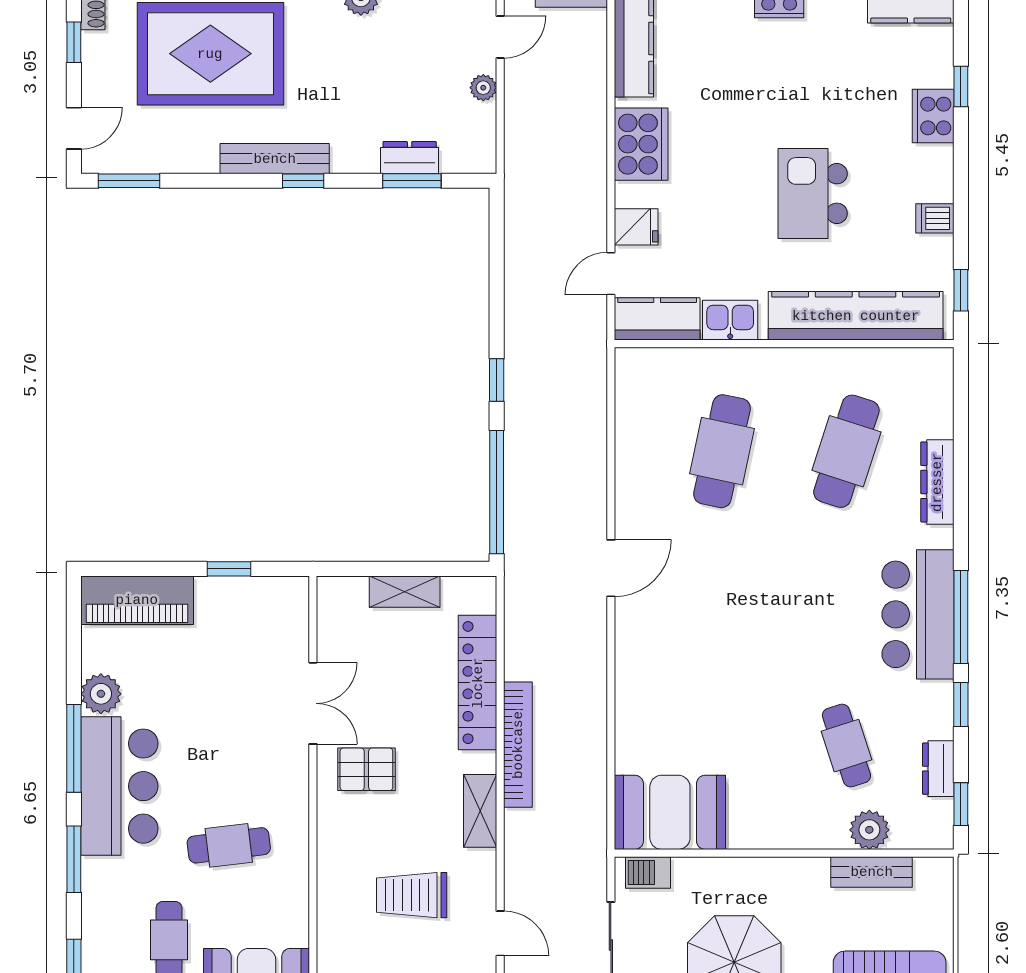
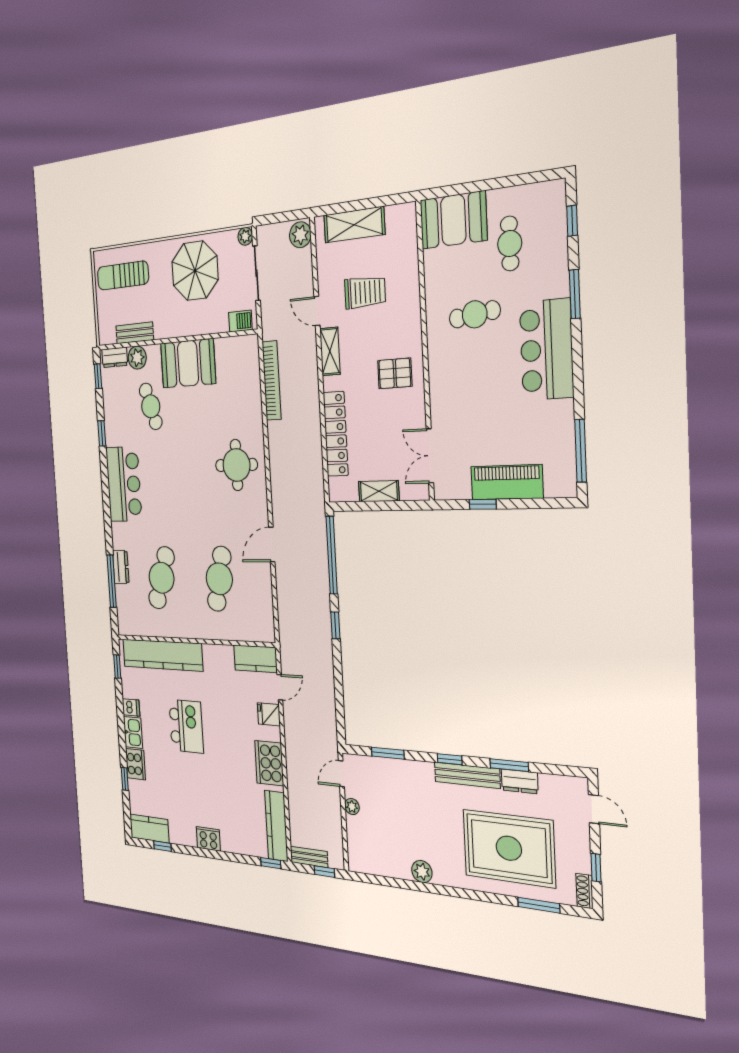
door: (500, 37) -> (341, 774), moved
door: (74, 128) -> (594, 809), swing flipped
dresser: (410, 158) -> (520, 781), moved
window: (129, 181) -> (509, 765), moved
kitchen sink: (730, 320) -> (133, 732), moved, turned -90
dresser: (937, 482) -> (121, 567), width x0.70
door: (611, 568) -> (272, 545), moved
piano: (137, 600) -> (507, 482), moved
window: (961, 617) -> (112, 581), moved
round table: (673, 640) -> (236, 465), added
plant: (101, 694) -> (561, 415), removed
double door: (313, 703) -> (430, 456), moved
bookcase: (518, 745) -> (272, 381), moved, turned 180
window: (74, 748) -> (581, 451), moved
dresser: (938, 769) -> (115, 357), moved, turned 90
booth: (670, 812) -> (188, 363), moved
door: (500, 933) -> (317, 311), moved

